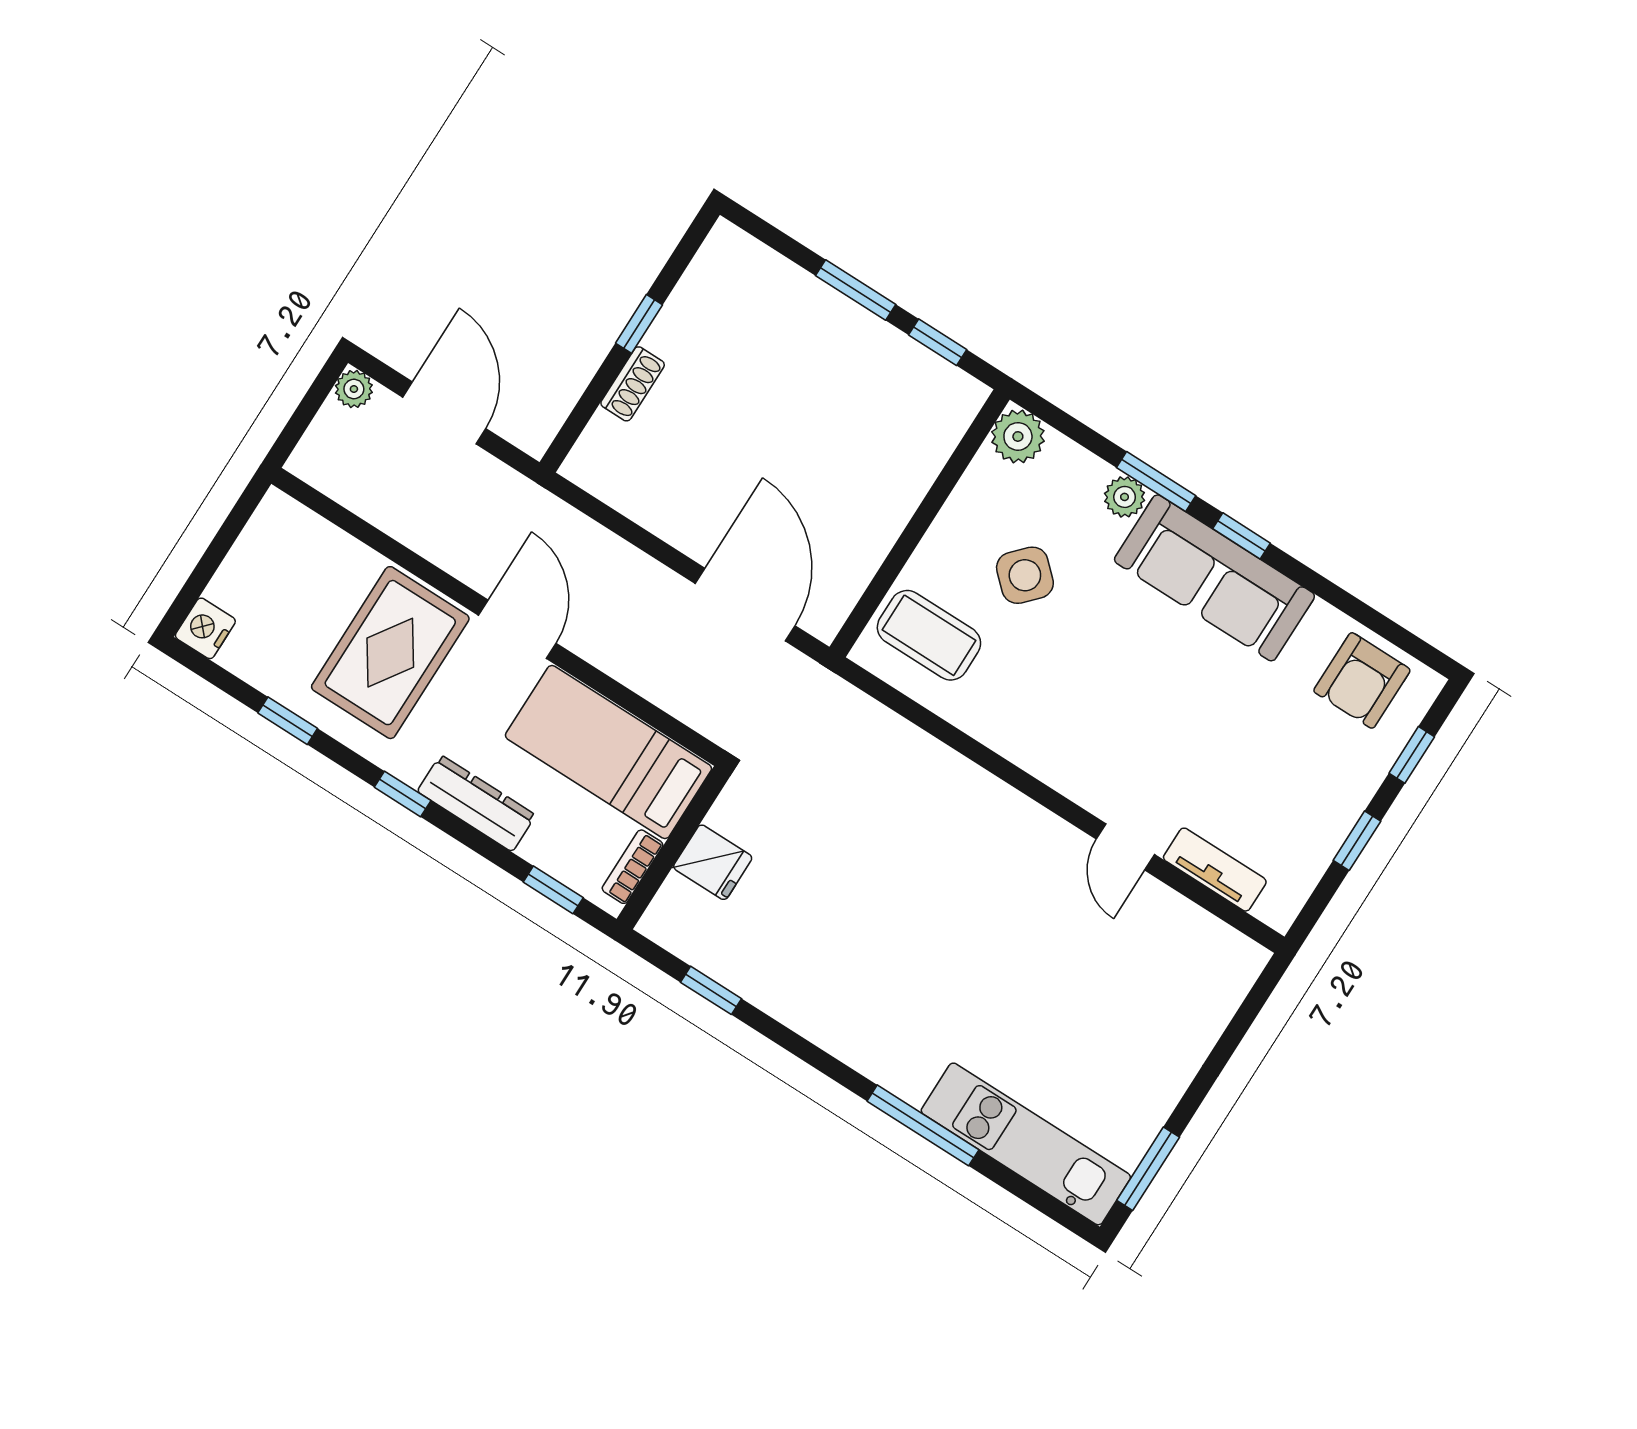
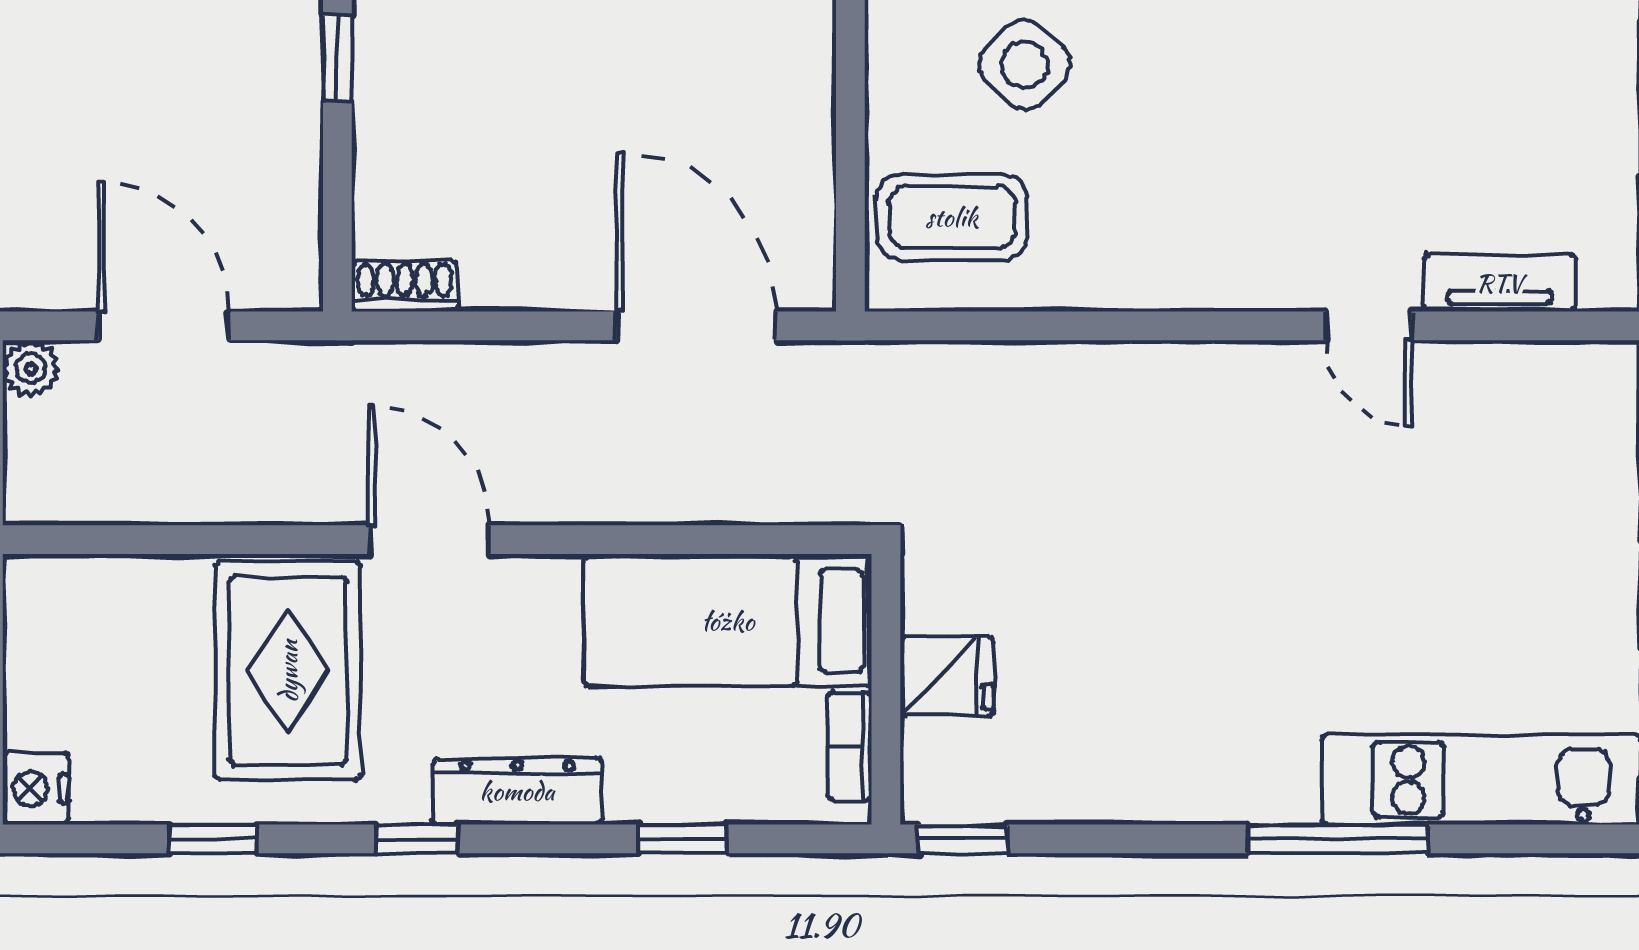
shoe rack: (633, 384) -> (404, 286), moved, turned -90
bed: (608, 752) -> (728, 621), moved
wall: (673, 848) -> (886, 689), moved
fridge: (713, 862) -> (947, 676), moved
bookcase: (633, 867) -> (850, 746), moved

